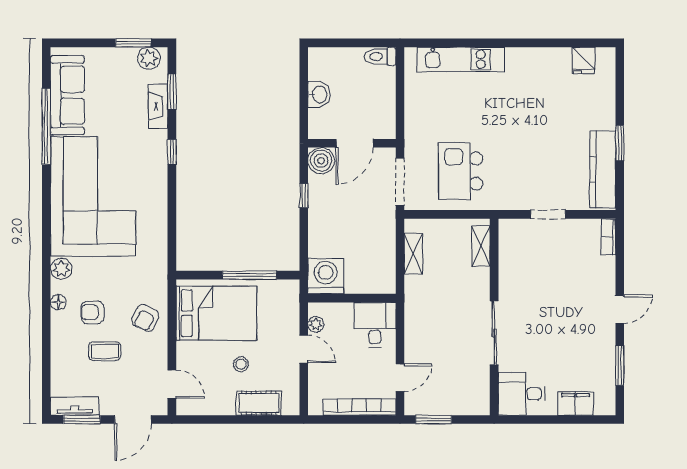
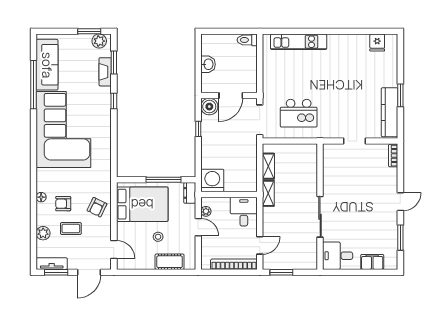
kitchen island: (461, 171) -> (299, 113), turned -90
shelving: (481, 246) -> (268, 193), moved
plant: (61, 269) -> (43, 233), moved
dresser: (290, 296) -> (190, 193), added

